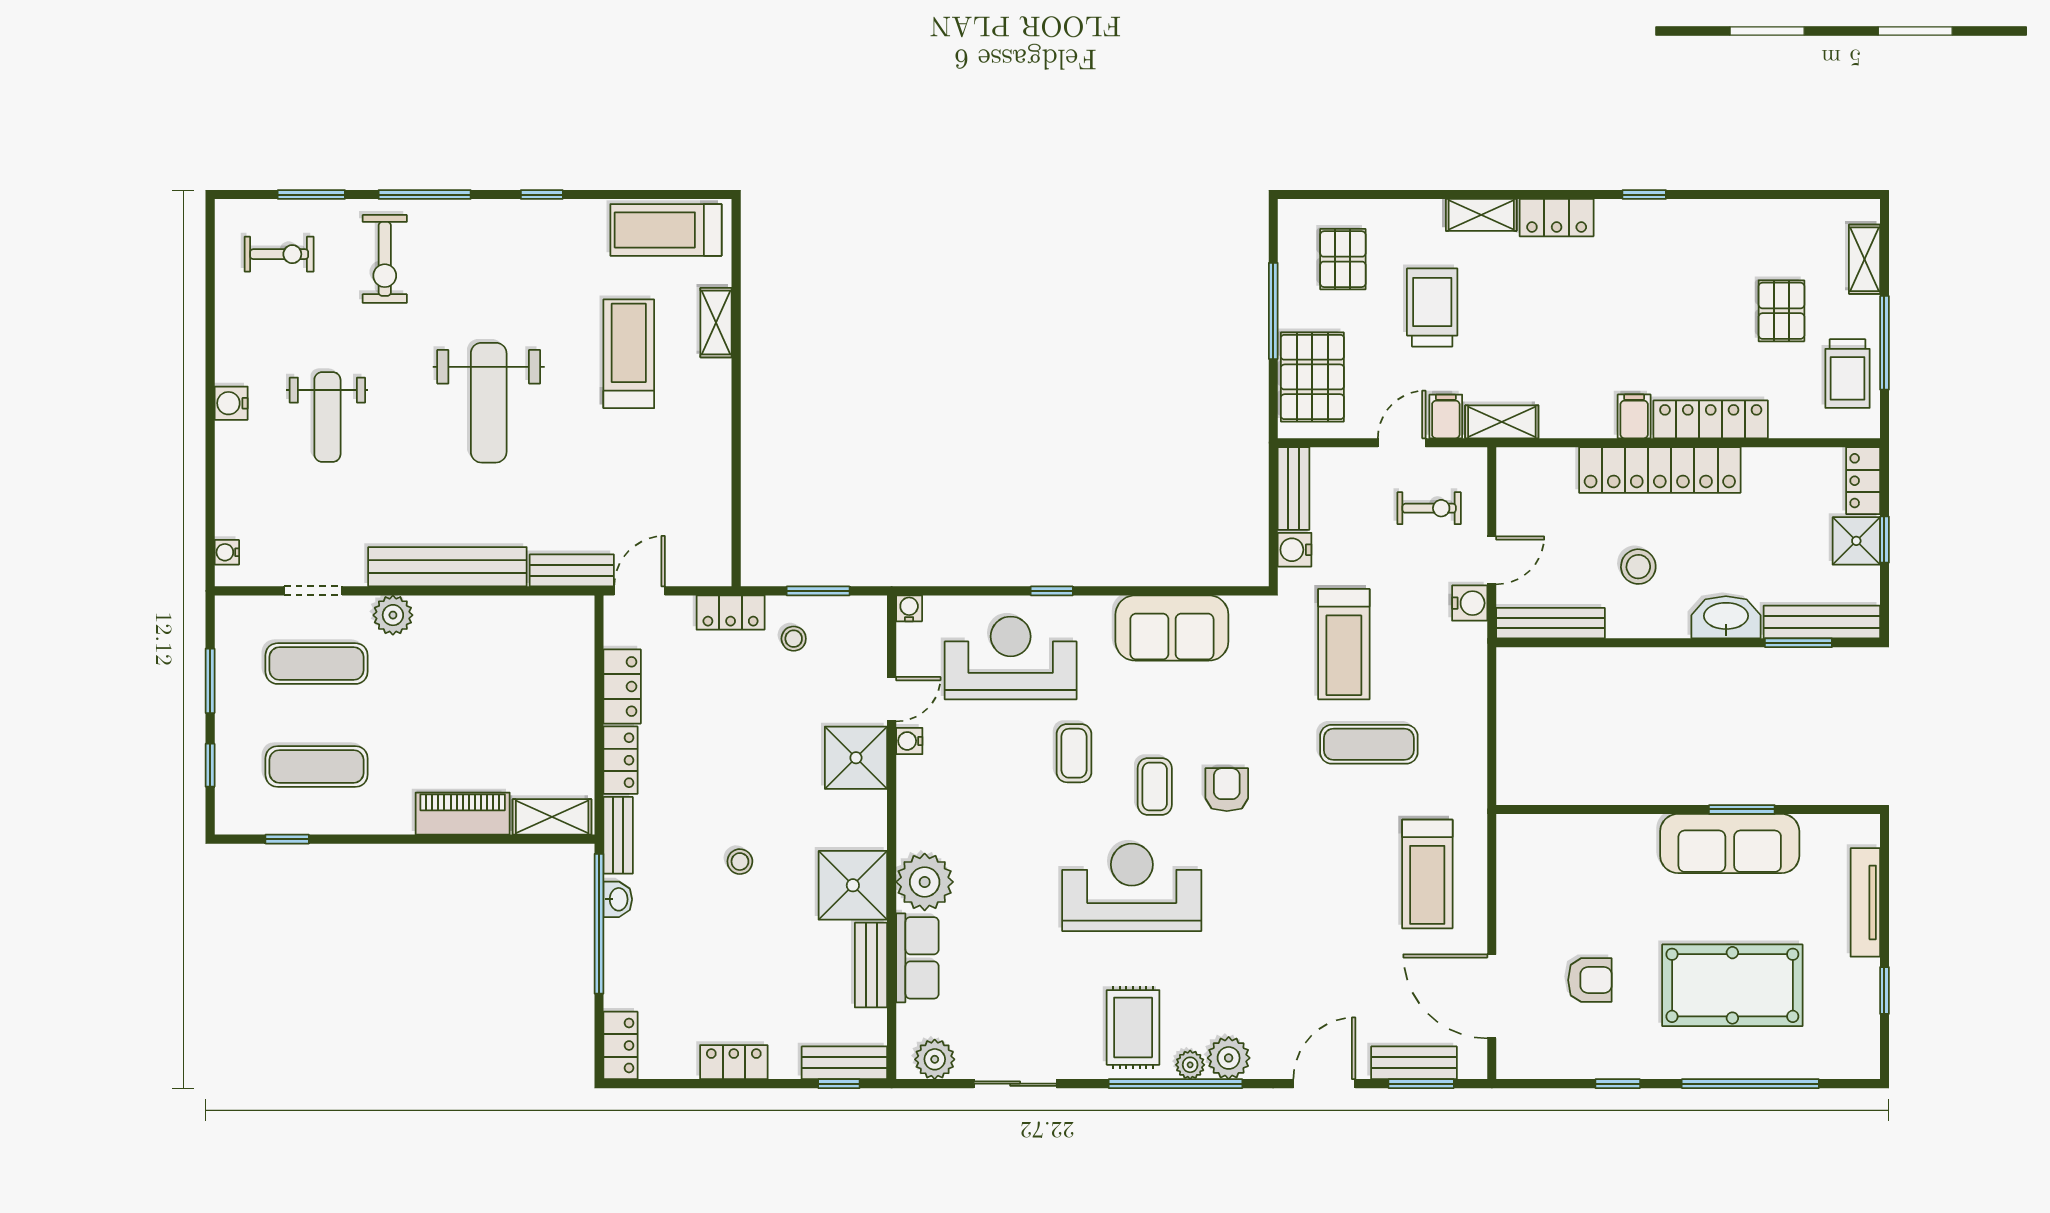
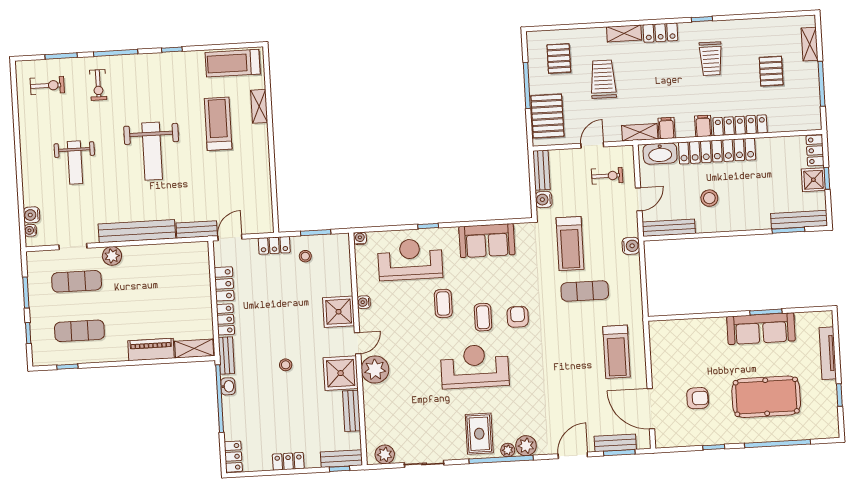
exercise bike: (385, 259) -> (98, 85), width x0.73, depth x0.72
trolley: (1848, 374) -> (711, 59), moved
water cooler: (231, 403) -> (32, 215), moved
filing cabinet: (1446, 416) -> (667, 128), moved
water cooler: (1470, 603) -> (631, 246), moved
washbasin: (1726, 617) -> (660, 154), moved, turned 180
door: (892, 699) -> (358, 343), moved
row of seats: (917, 958) -> (374, 406), removed

